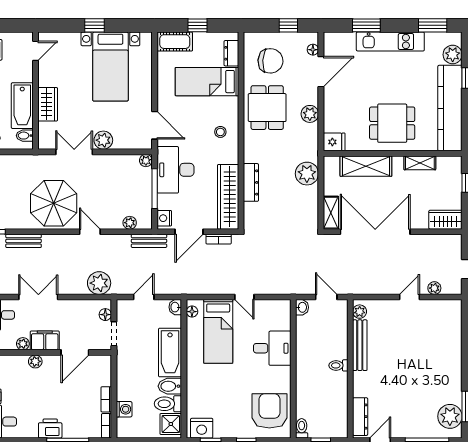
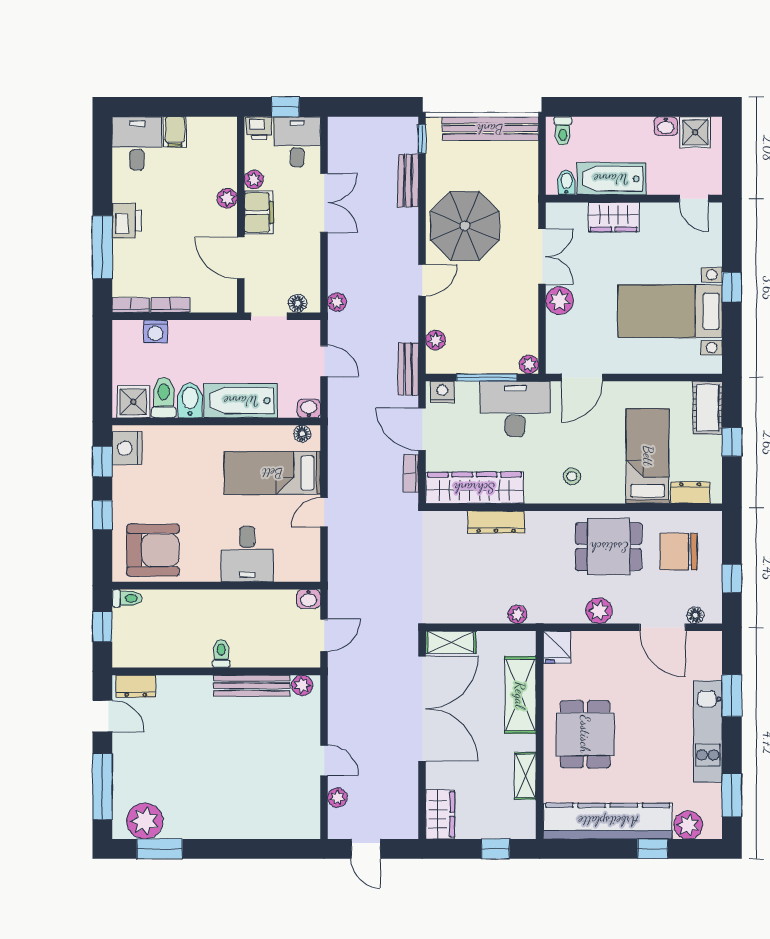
chair: (270, 61) -> (679, 552), turned 87
plant: (307, 174) -> (517, 614), width x0.53, depth x0.53
plant: (99, 283) -> (337, 302), width x0.53, depth x0.53
dresser: (360, 417) -> (136, 686), width x0.70

